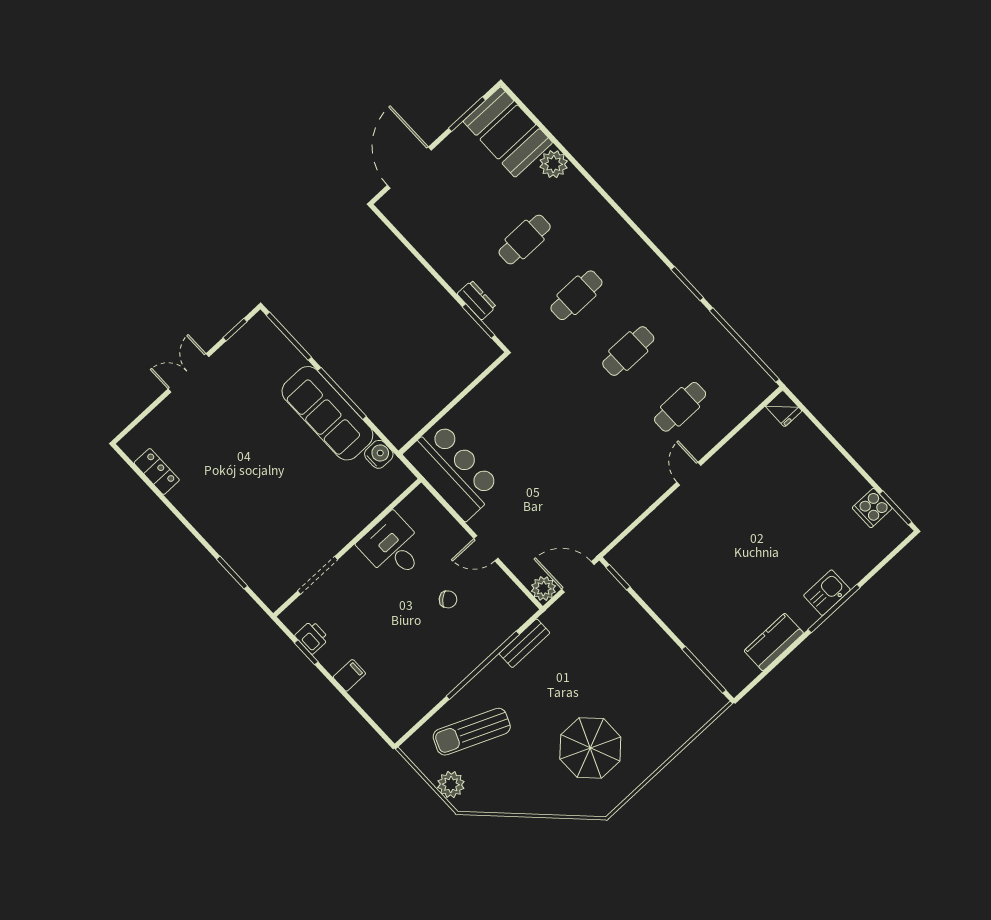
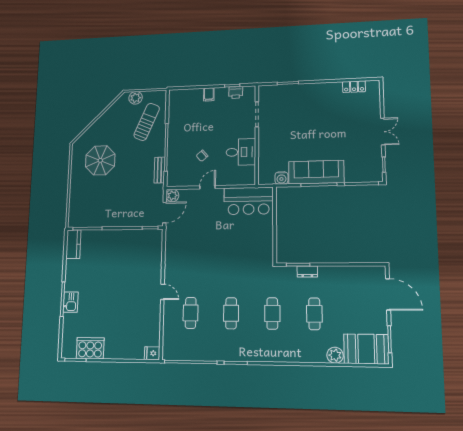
cooker: (872, 508) -> (90, 348), width x1.87, depth x1.31
kitchen counter: (774, 642) -> (73, 244), moved

